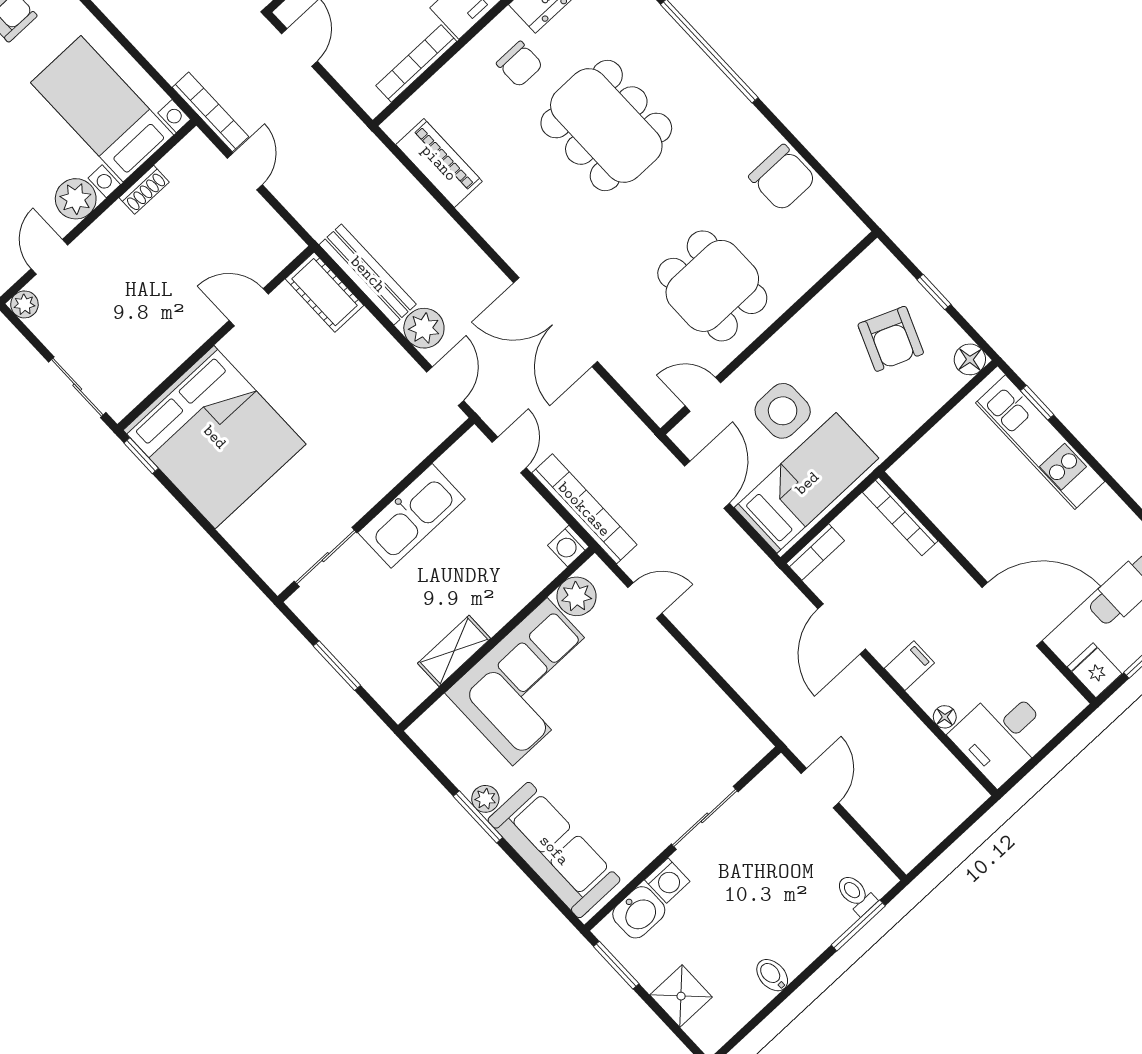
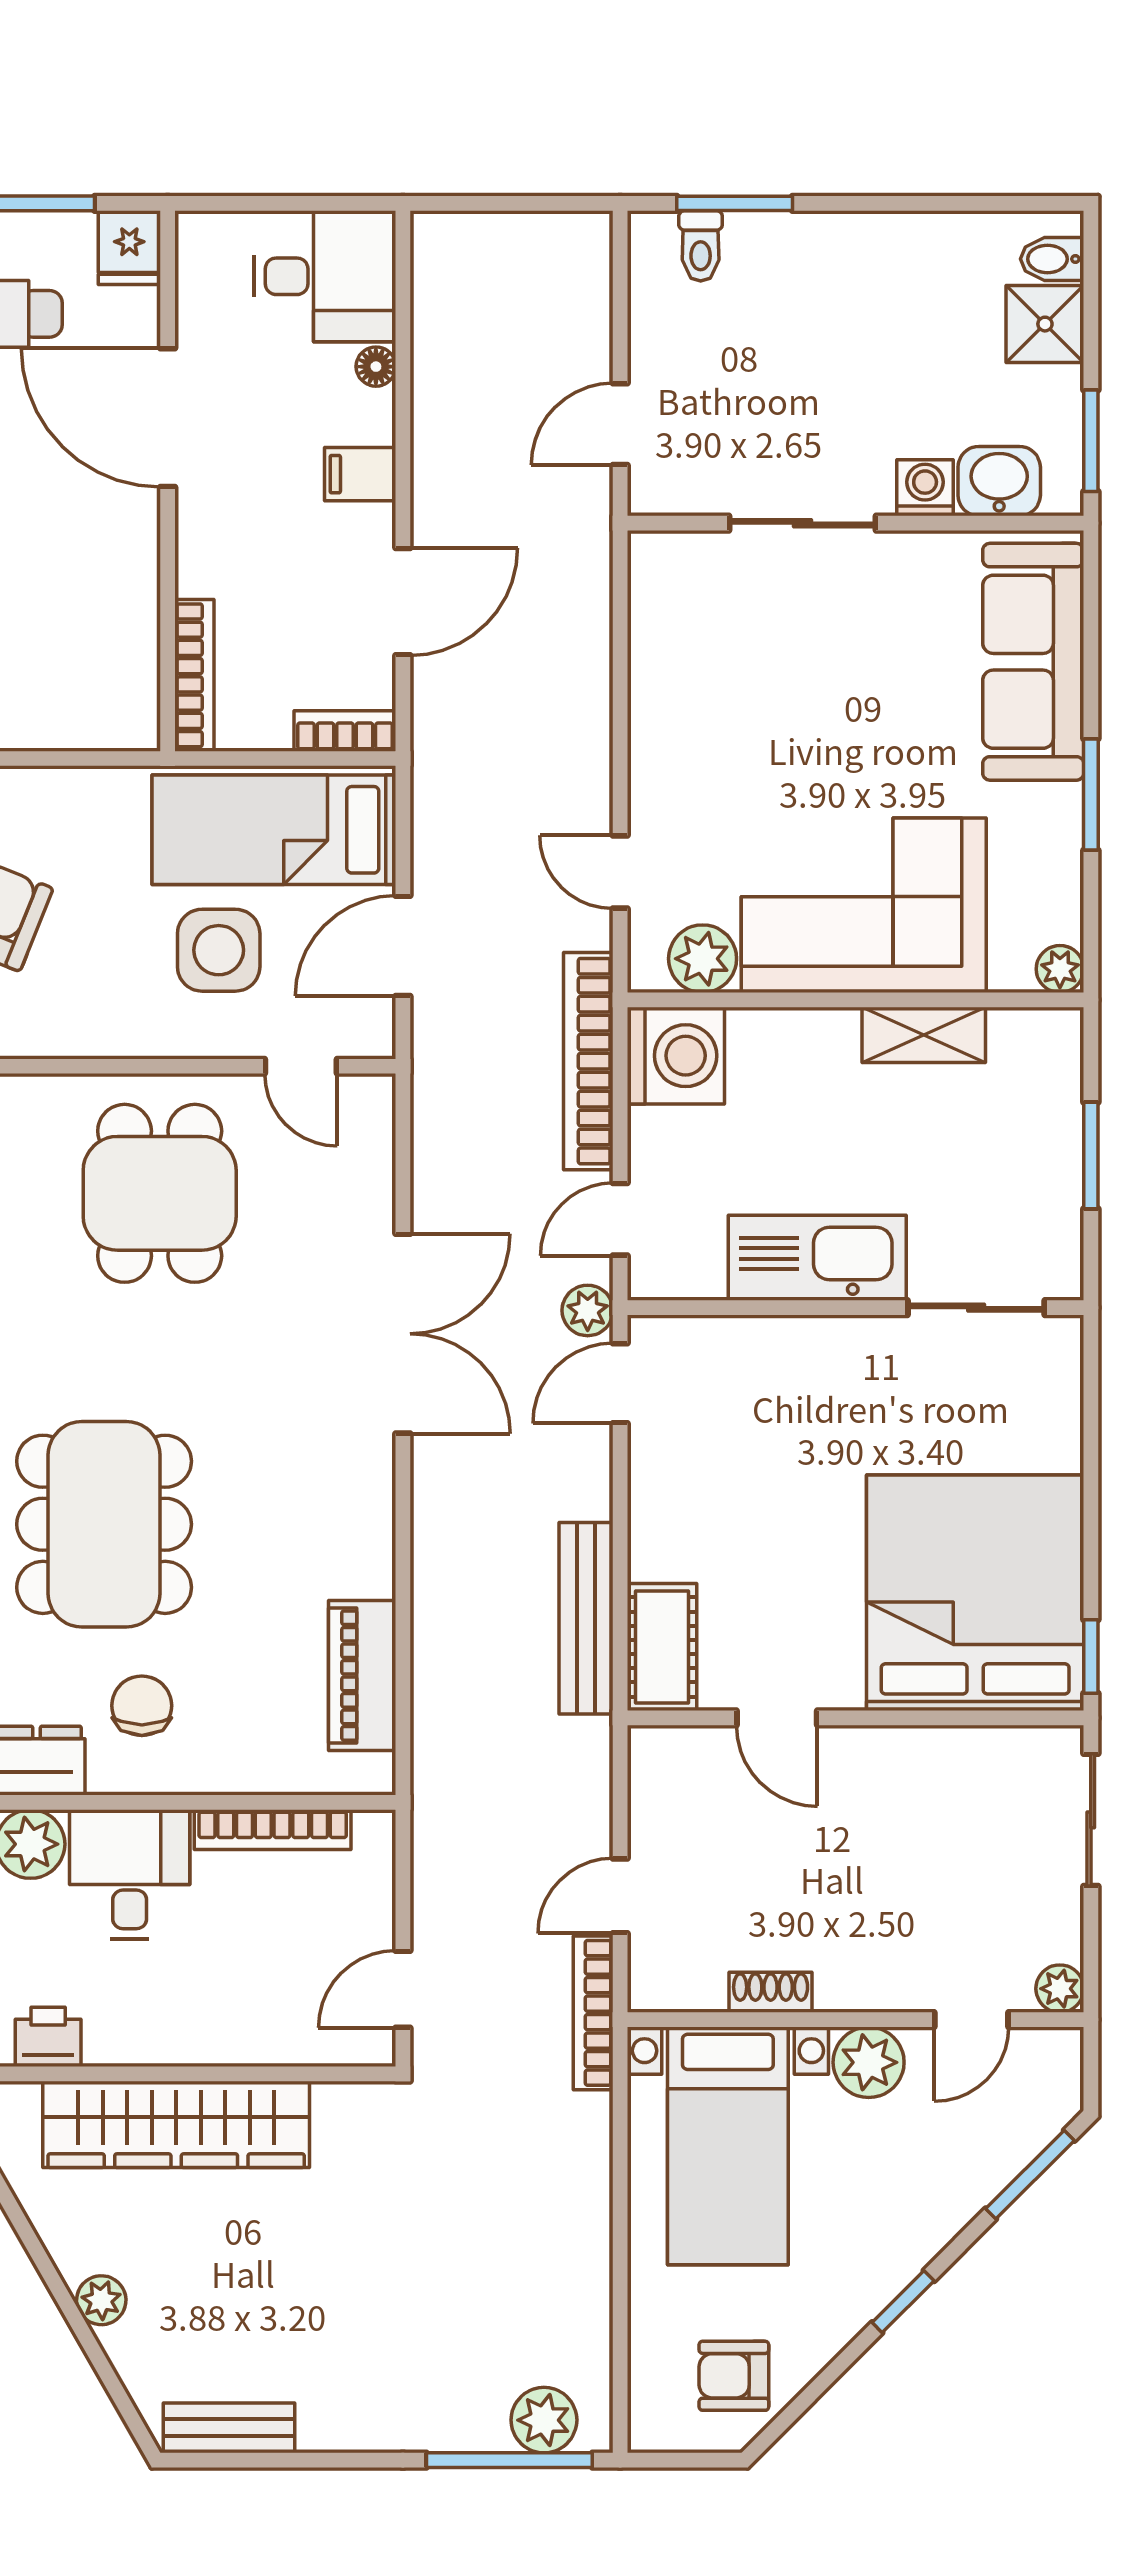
plant: (424, 328) -> (588, 1310), moved, width x0.73, depth x0.73
washing machine: (568, 546) -> (676, 1056), width x1.89, depth x1.89
plant: (485, 799) -> (1060, 969), moved
bidet: (772, 975) -> (1052, 259), moved, turned 90

